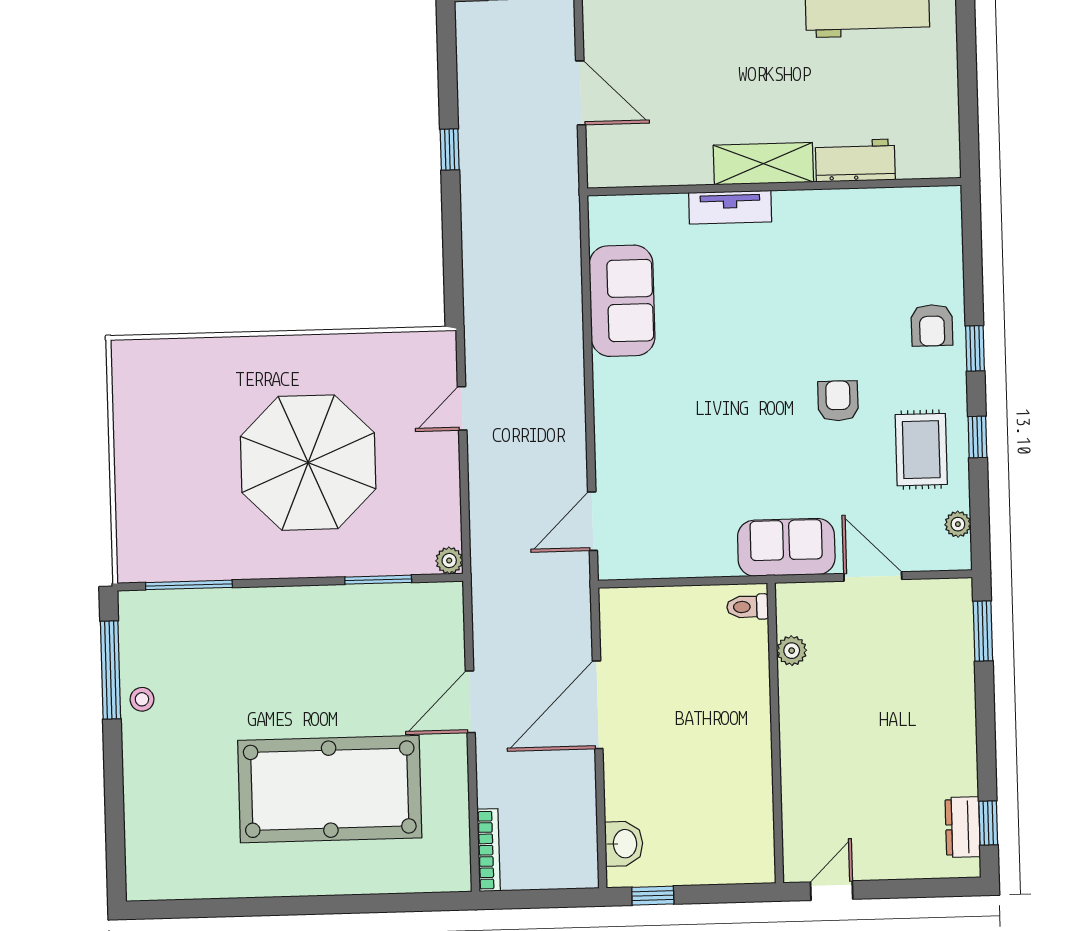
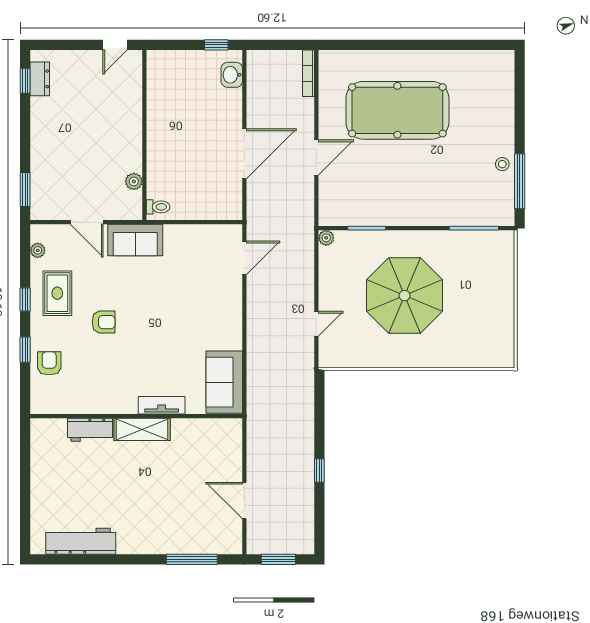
workbench: (855, 160) -> (90, 430), moved
shelving: (763, 164) -> (142, 429), moved
wall: (774, 187) -> (136, 416), moved
tv unit: (730, 207) -> (162, 405), moved
armchair: (838, 401) -> (104, 322), turned -90

